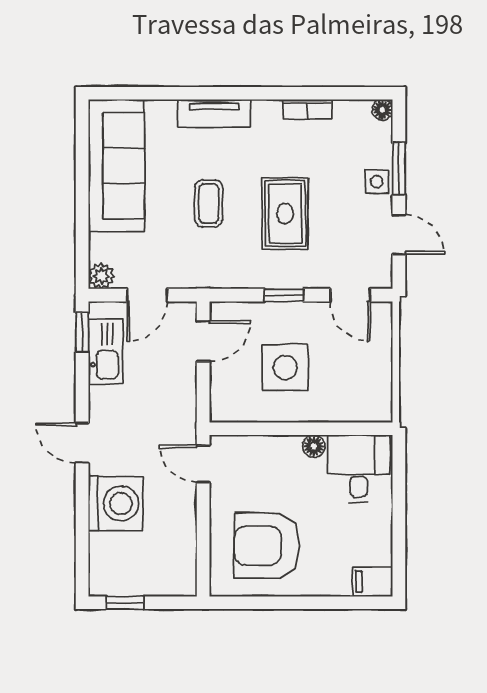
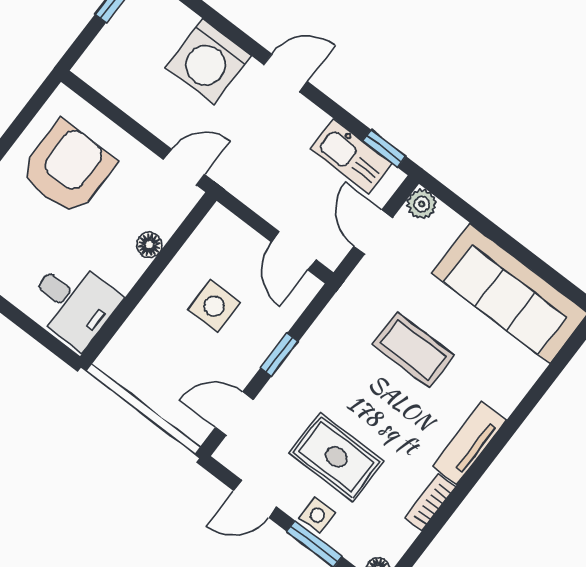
tv unit: (214, 113) -> (470, 443), moved
coffee table: (209, 204) -> (413, 350), width x1.36, depth x1.30
rug: (285, 214) -> (336, 457), moved
side table: (285, 368) -> (214, 306), width x0.73, depth x0.73
floor lamp: (314, 446) -> (149, 245), moved

